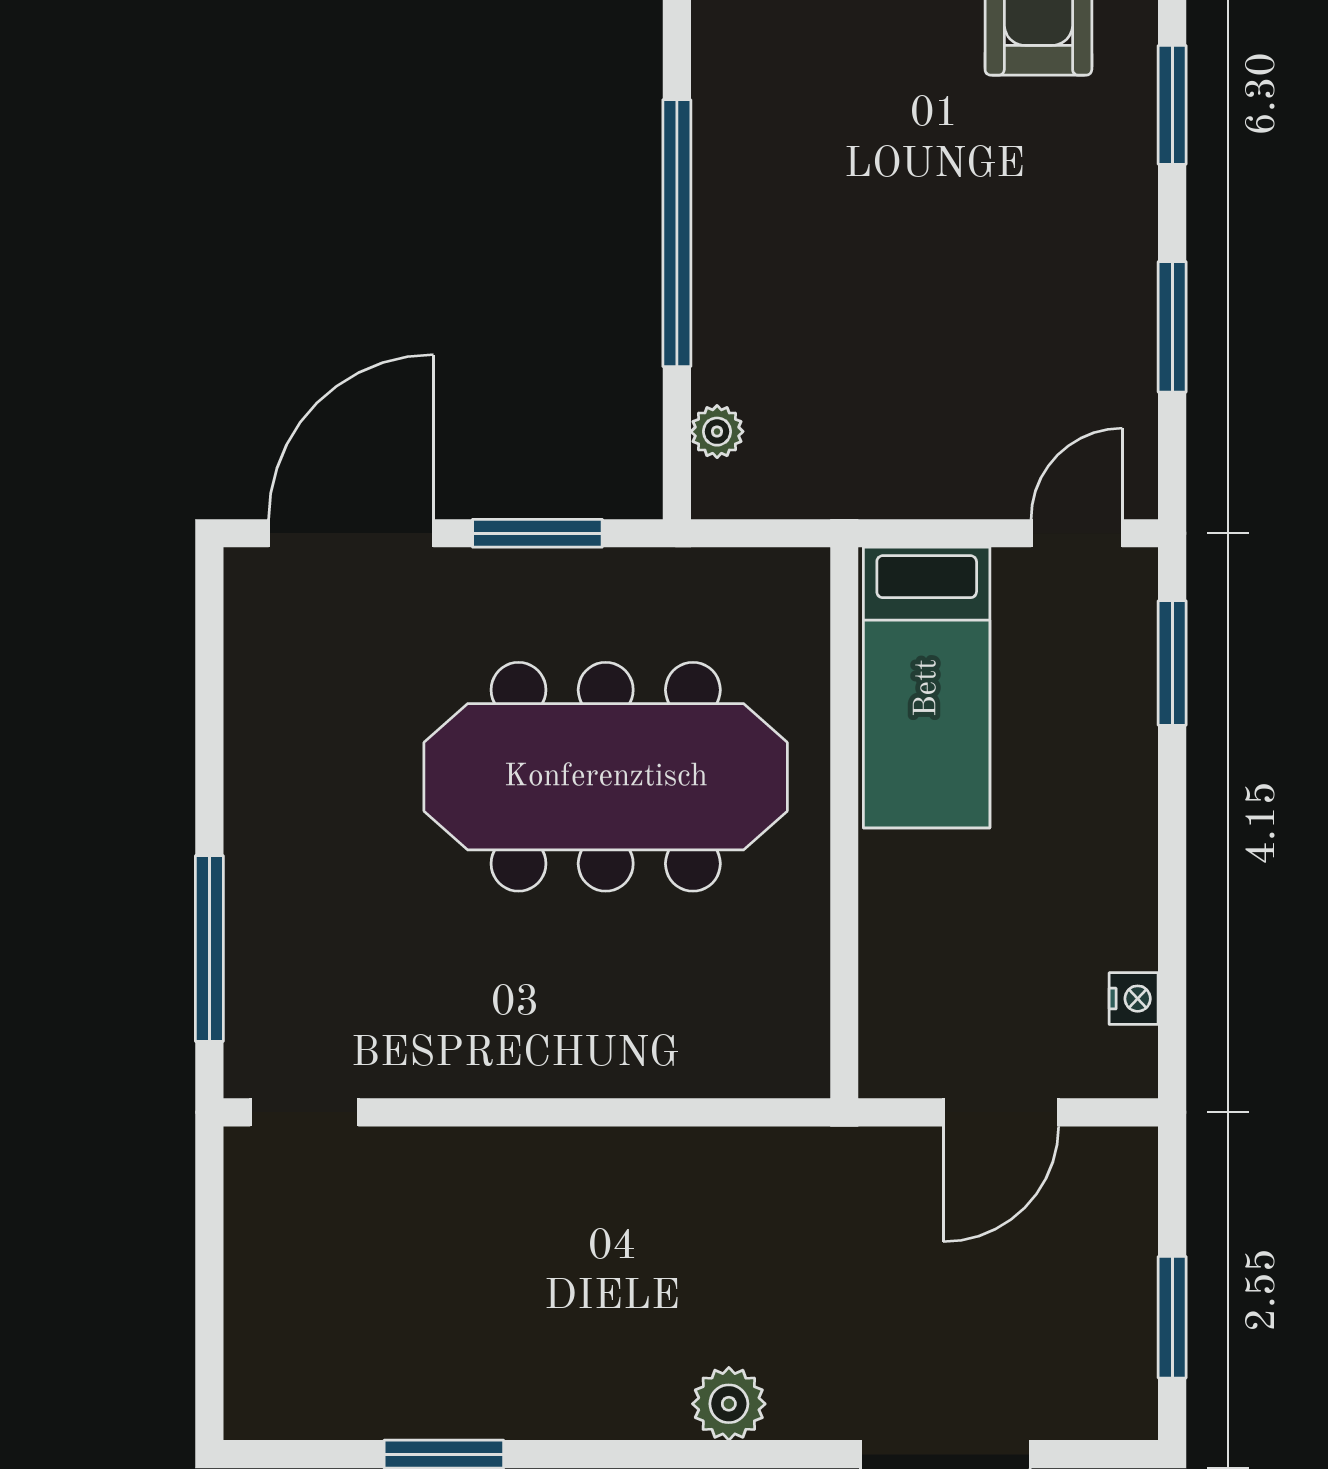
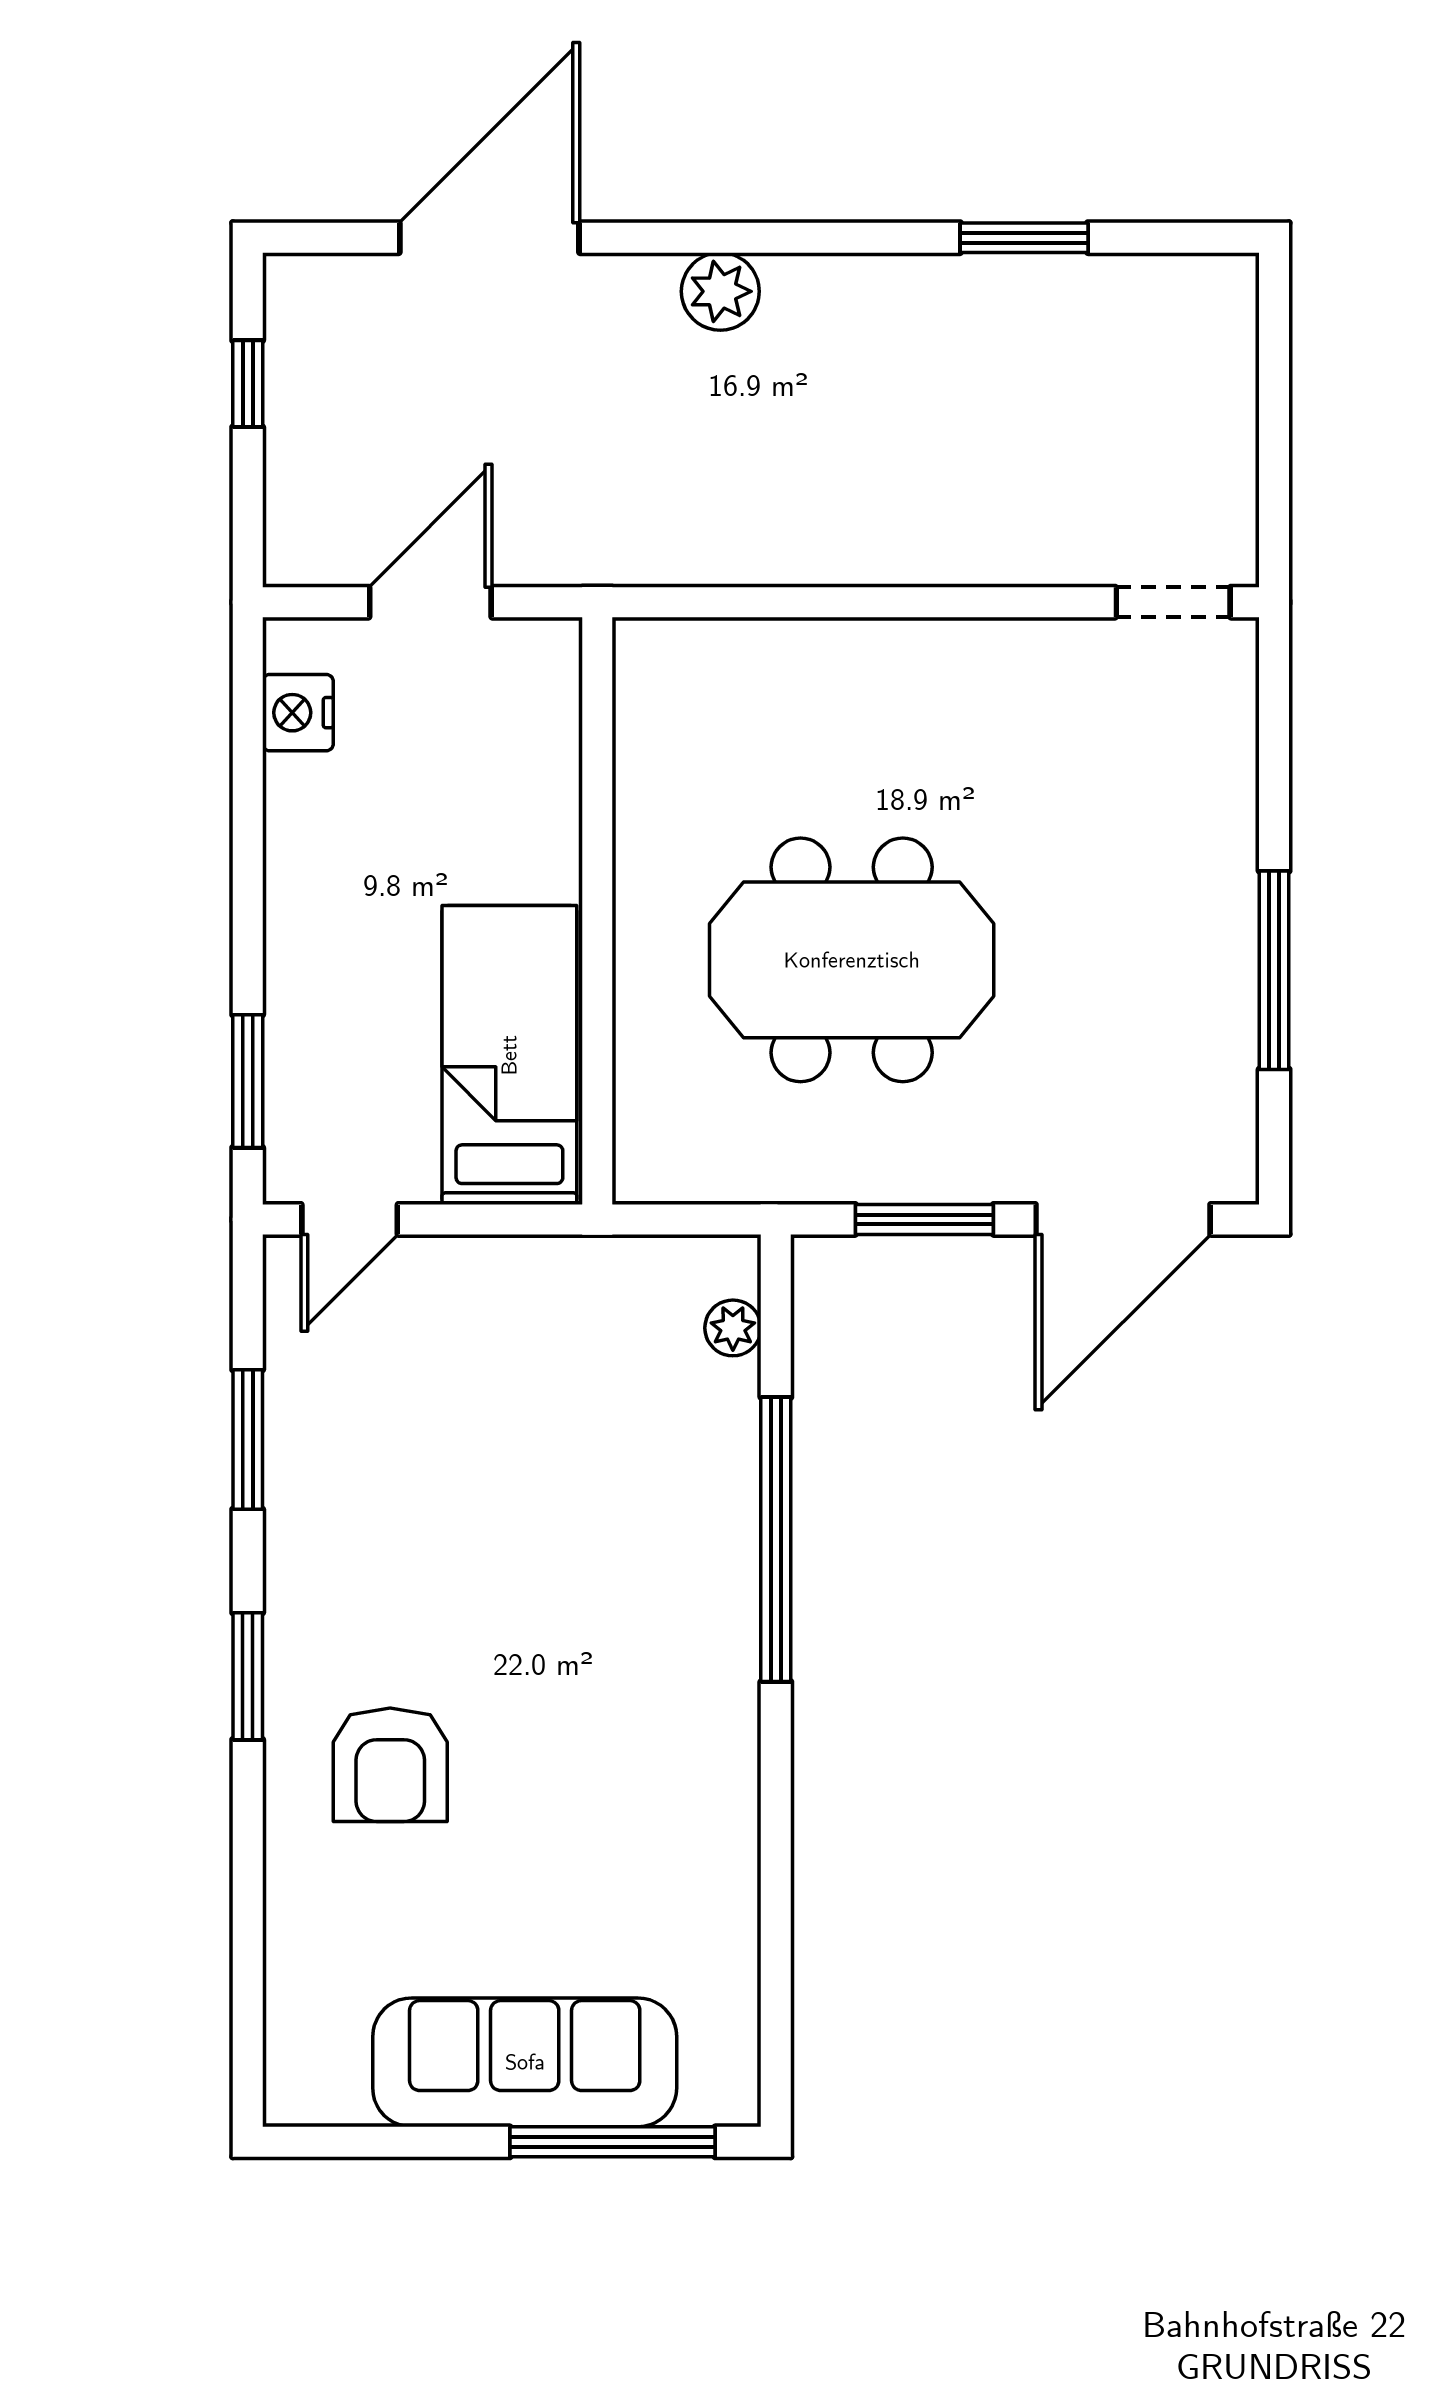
meeting table: (606, 777) -> (852, 960), width x0.73
window: (209, 949) -> (1274, 970), moved
nightstand: (1134, 999) -> (298, 713), width x1.39, depth x1.35
window: (1172, 1317) -> (248, 384), width x0.67

